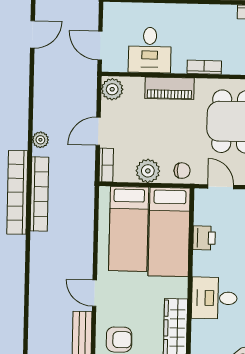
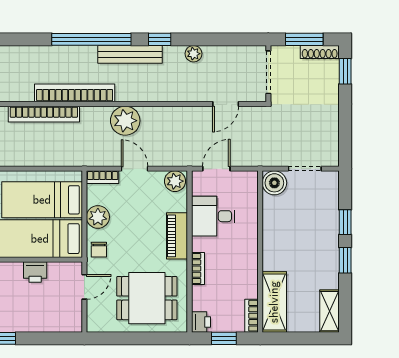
door: (32, 34) -> (226, 104), hinge flipped
plant: (40, 140) -> (125, 121), width x1.87, depth x1.87
bookcase: (39, 194) -> (44, 114), moved

